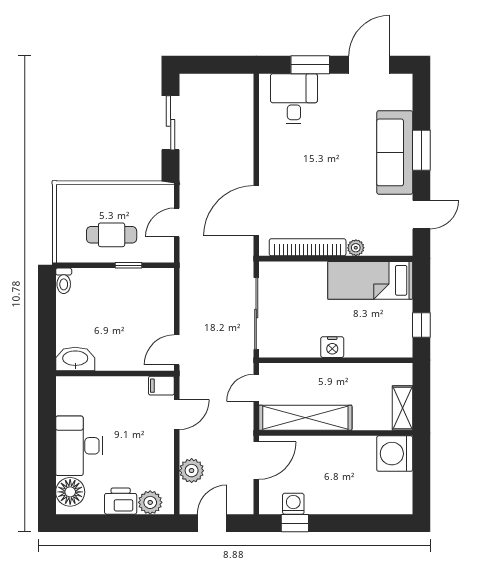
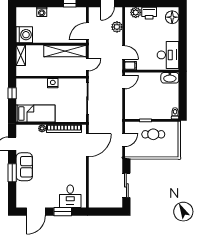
sofa: (395, 152) -> (24, 167), width x0.73
door: (177, 414) -> (124, 52), swing flipped
desk: (79, 446) -> (168, 55), moved
washing machine: (293, 504) -> (42, 12), moved

